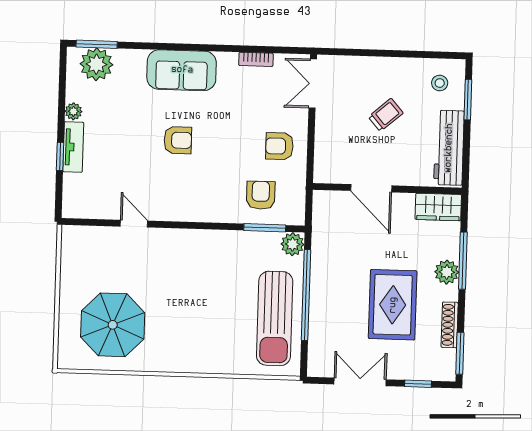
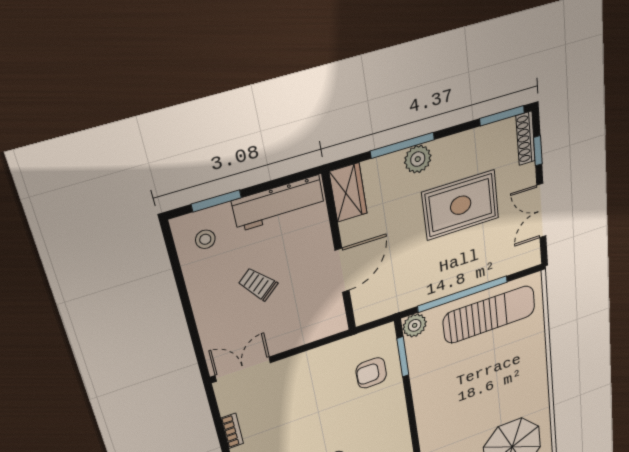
double door: (313, 84) -> (243, 369), swing flipped
armchair: (279, 146) -> (318, 375), removed
shoe rack: (450, 325) -> (526, 138), moved, turned 90

